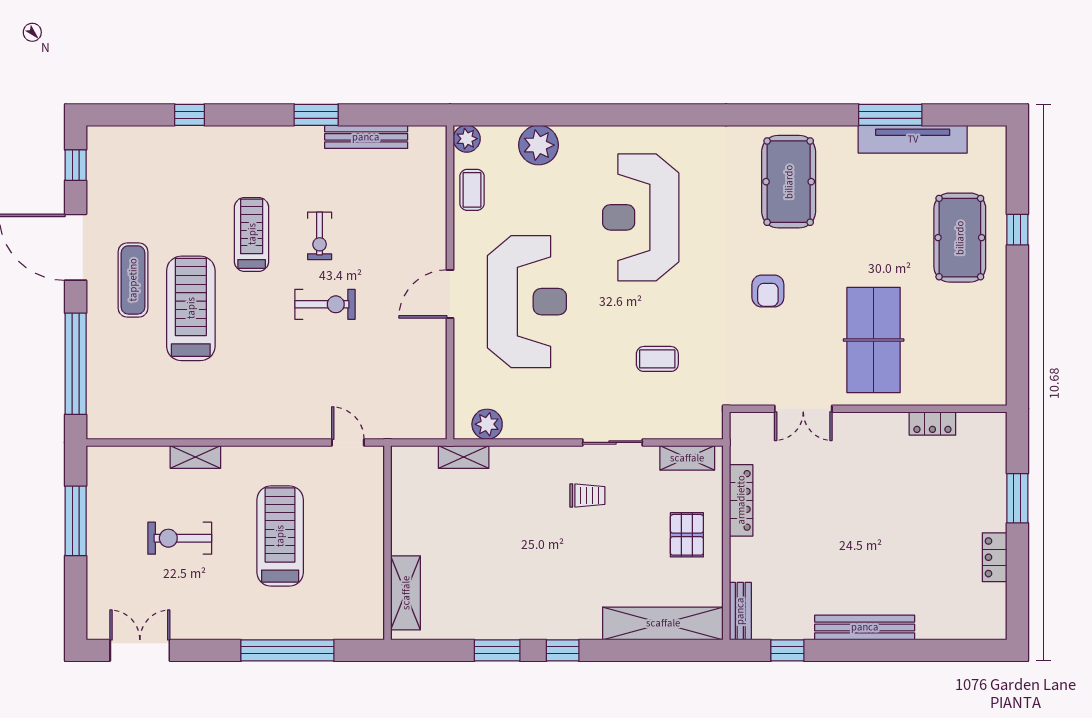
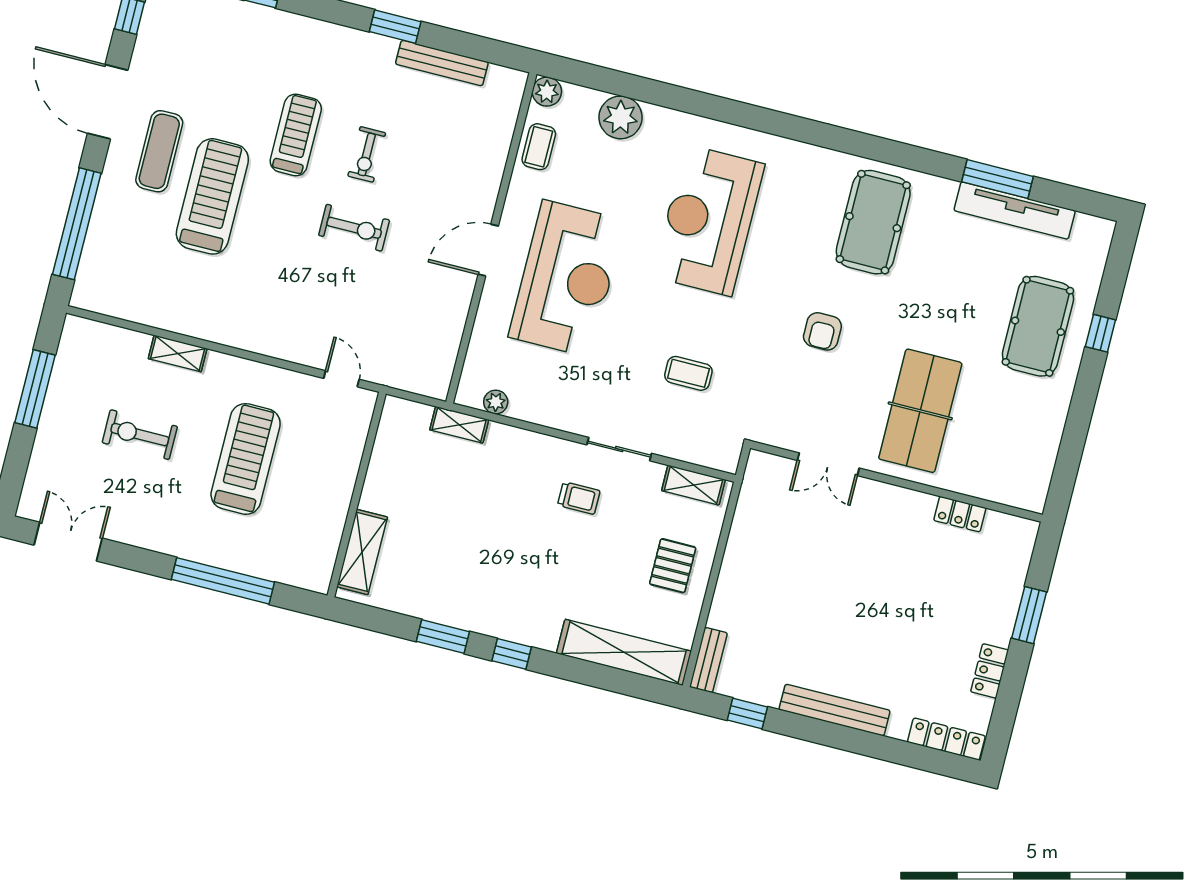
plant: (487, 424) -> (496, 402), width x0.73, depth x0.73
locker: (741, 500) -> (946, 739), moved, turned -90

